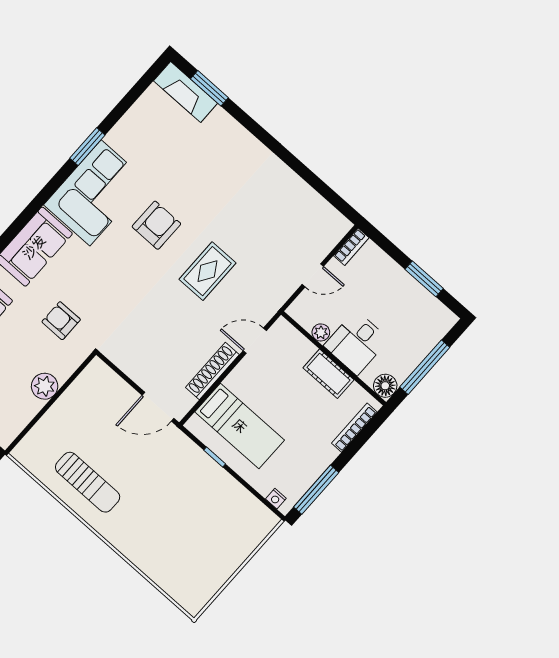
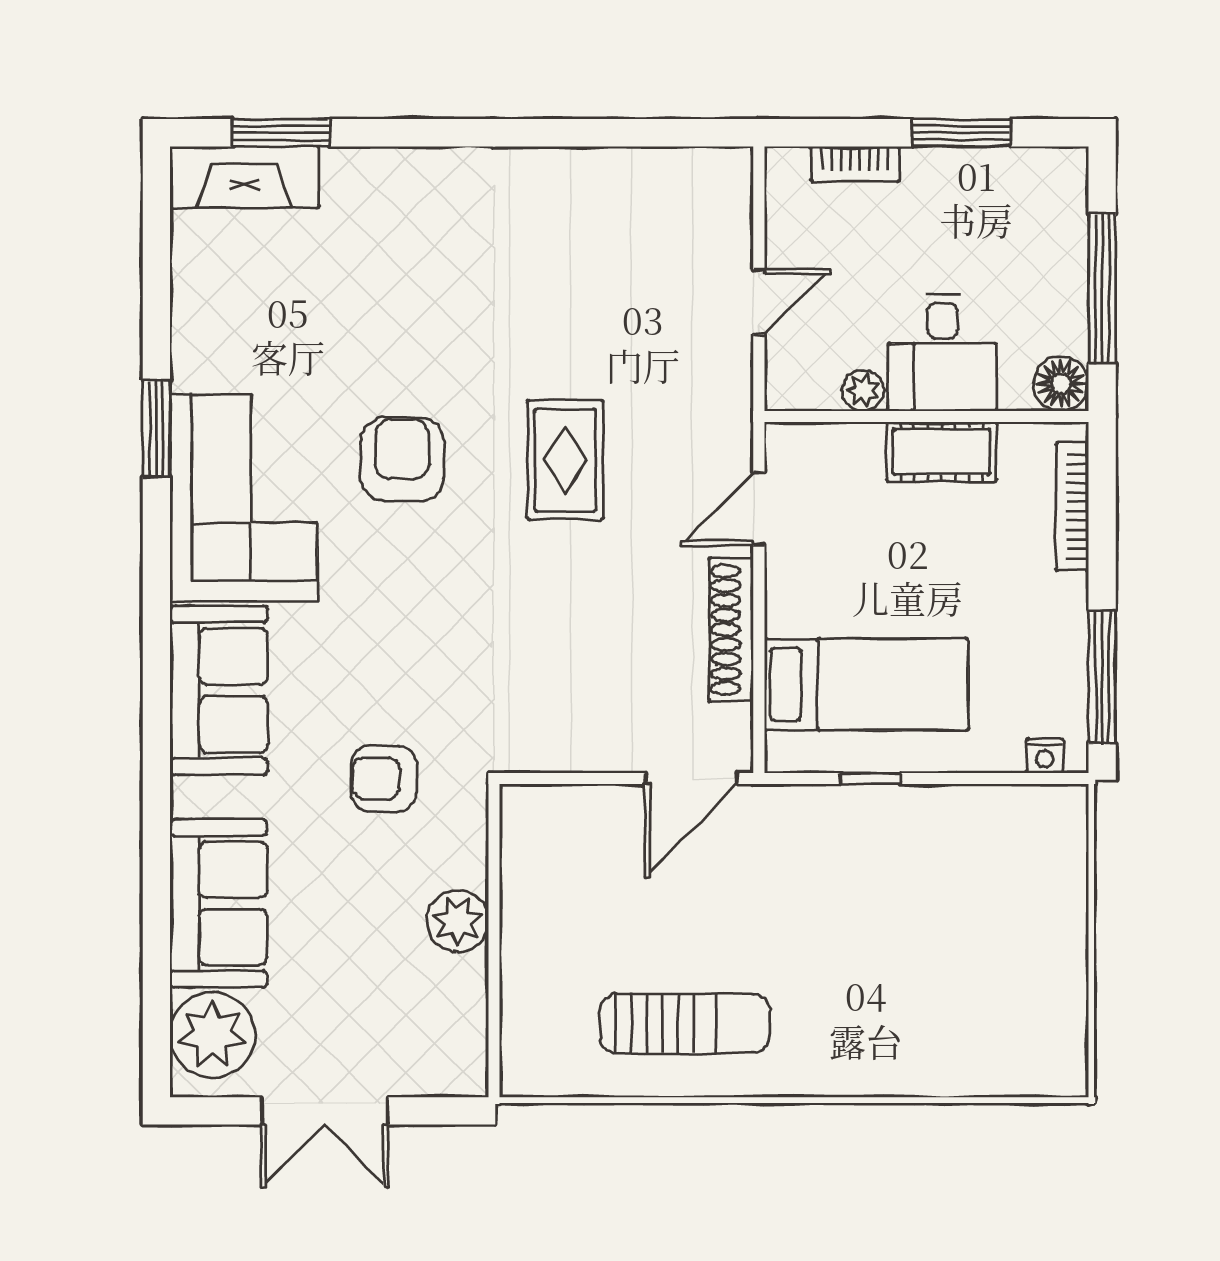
bookcase: (351, 247) -> (855, 164), moved, turned 90

